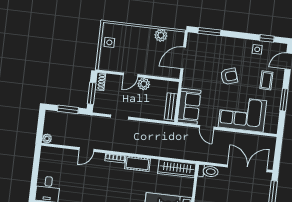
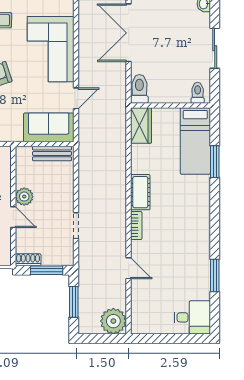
plant: (47, 139) -> (113, 321), width x1.88, depth x1.88
wardrobe: (177, 169) -> (141, 125), width x0.67

